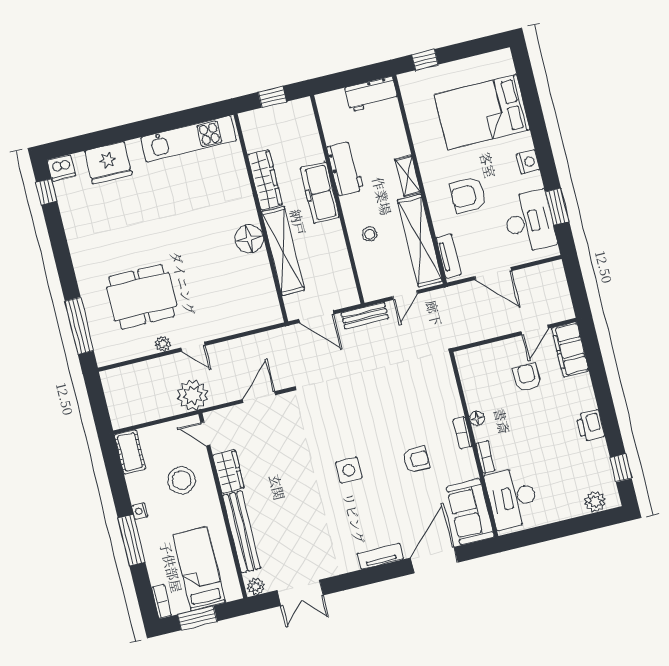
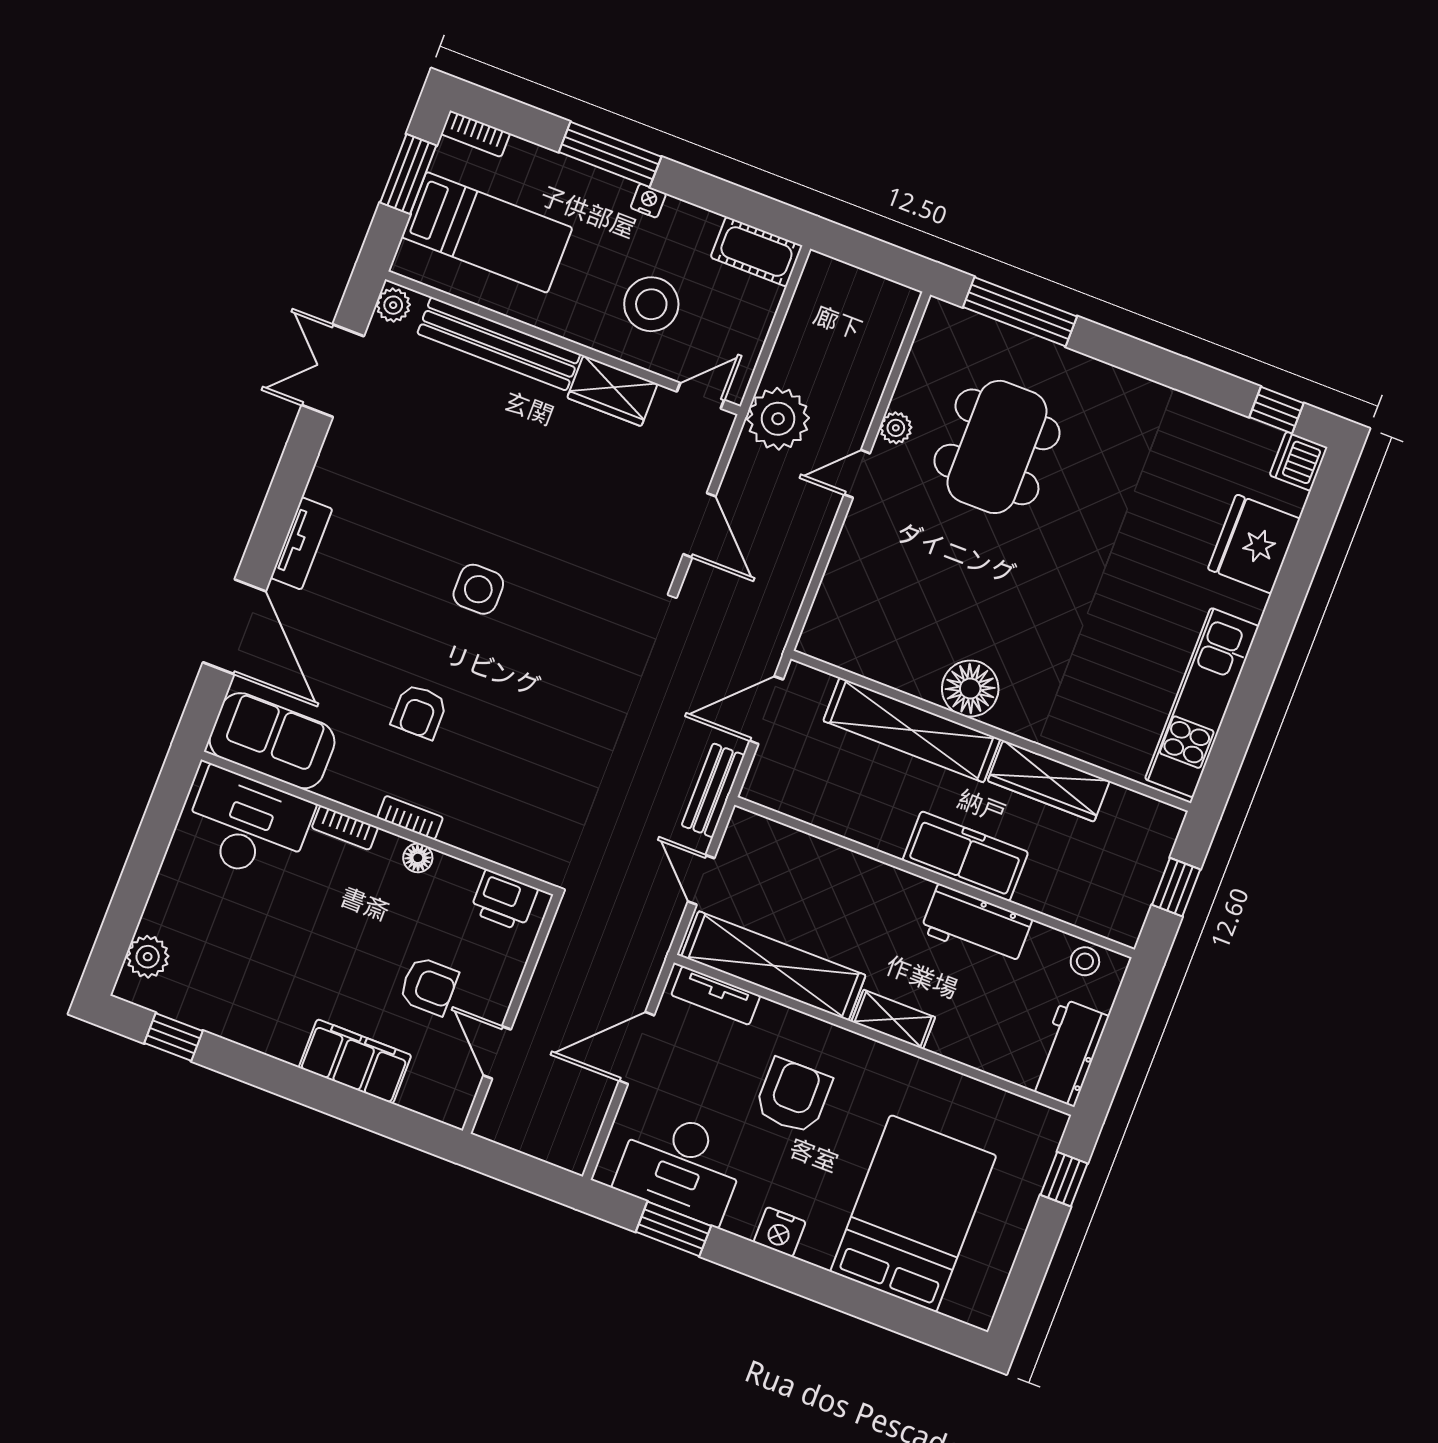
stool: (370, 234) -> (1085, 961), moved
filing cabinet: (570, 350) -> (355, 1061), moved
printer: (590, 426) -> (504, 900), moved, turned 180

